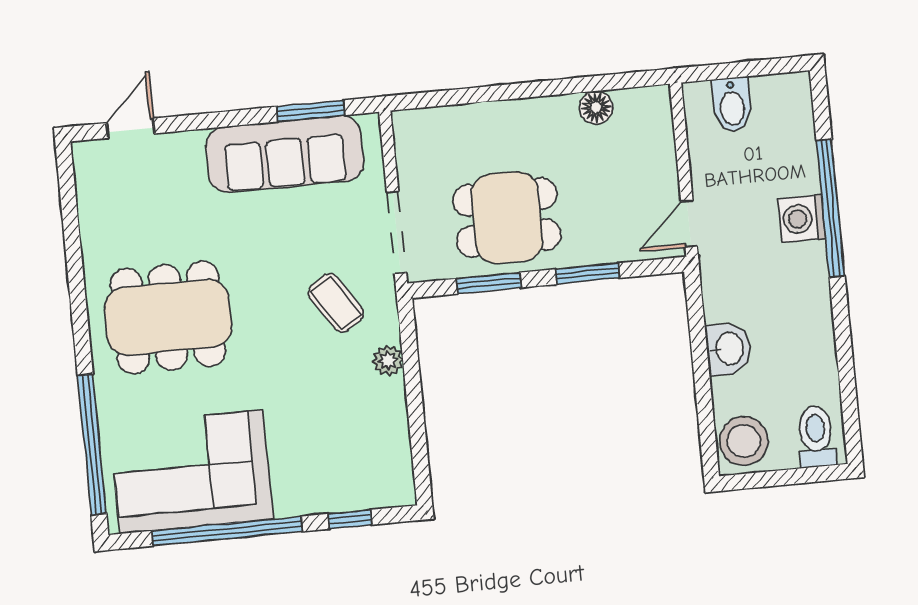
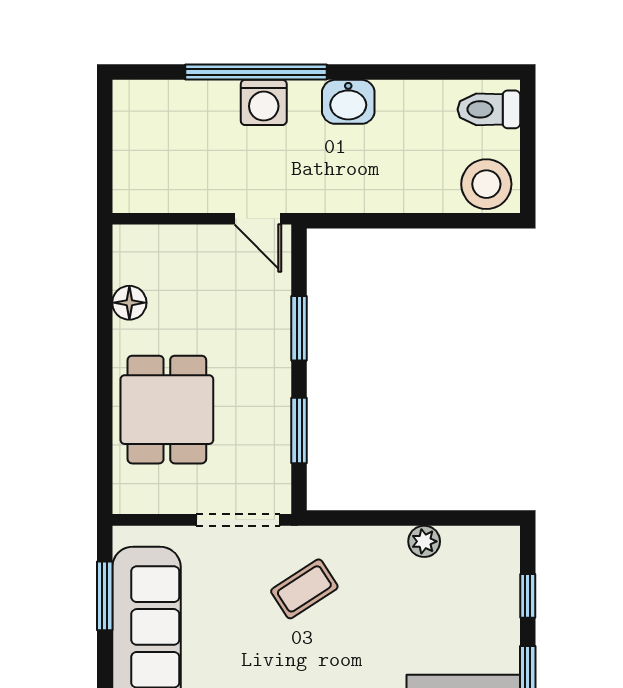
bidet: (732, 105) -> (140, 163), removed
dining table: (507, 218) -> (167, 410), moved
washbasin: (728, 349) -> (348, 102), moved, turned 180
plant: (388, 360) -> (424, 541), moved

